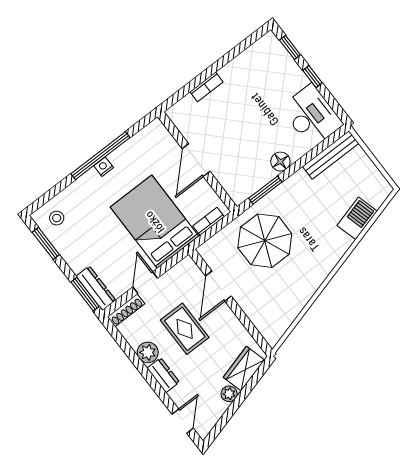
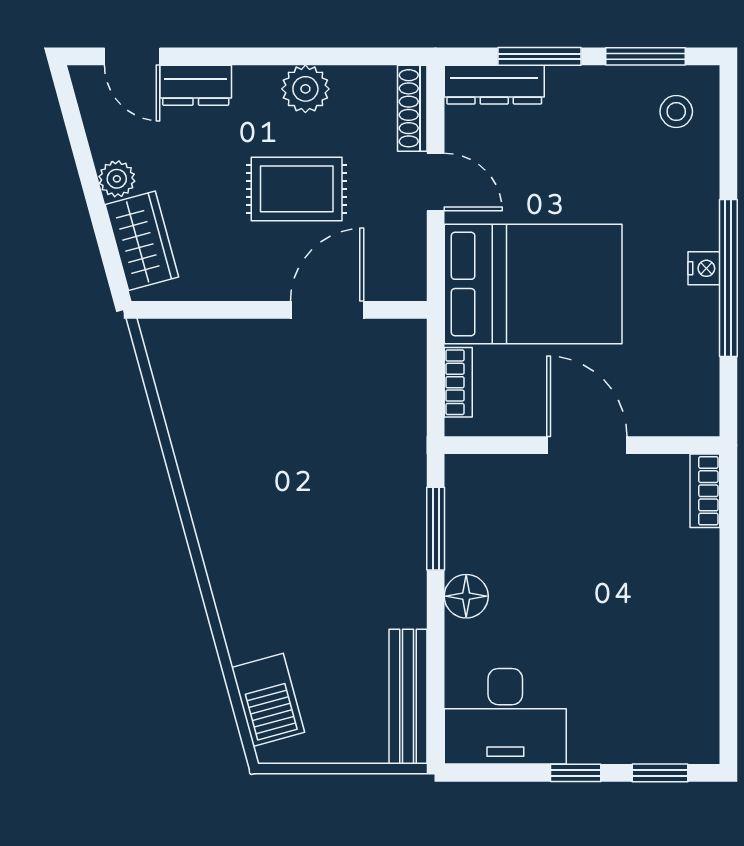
bookcase: (207, 87) -> (705, 491), moved
barbecue: (357, 218) -> (268, 700), moved
parasol: (265, 241) -> (344, 457), removed
door: (218, 286) -> (327, 310), hinge flipped
window: (85, 294) -> (539, 56), moved
dresser: (163, 375) -> (196, 85), moved

